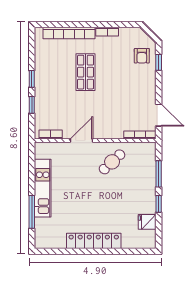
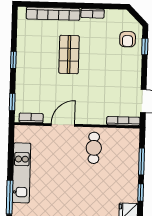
window: (32, 105) -> (12, 102), moved
cafe table: (112, 162) -> (94, 148), turned -47

